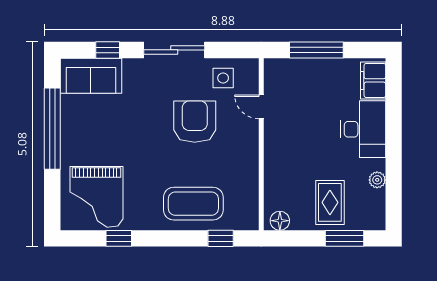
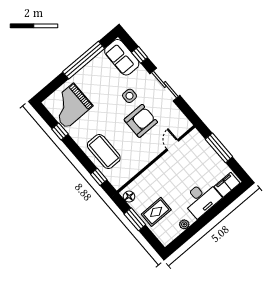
side table: (223, 78) -> (129, 96), moved
window: (344, 238) -> (135, 219), moved

